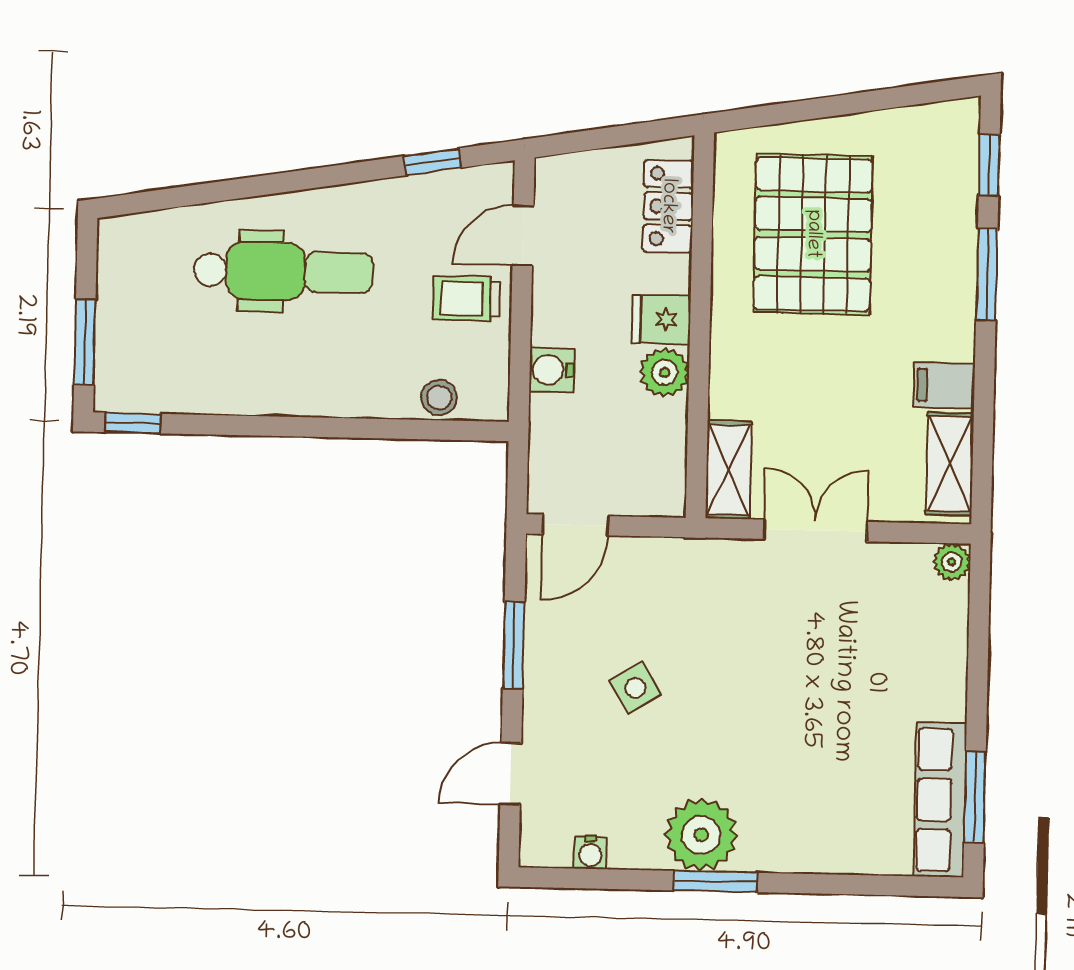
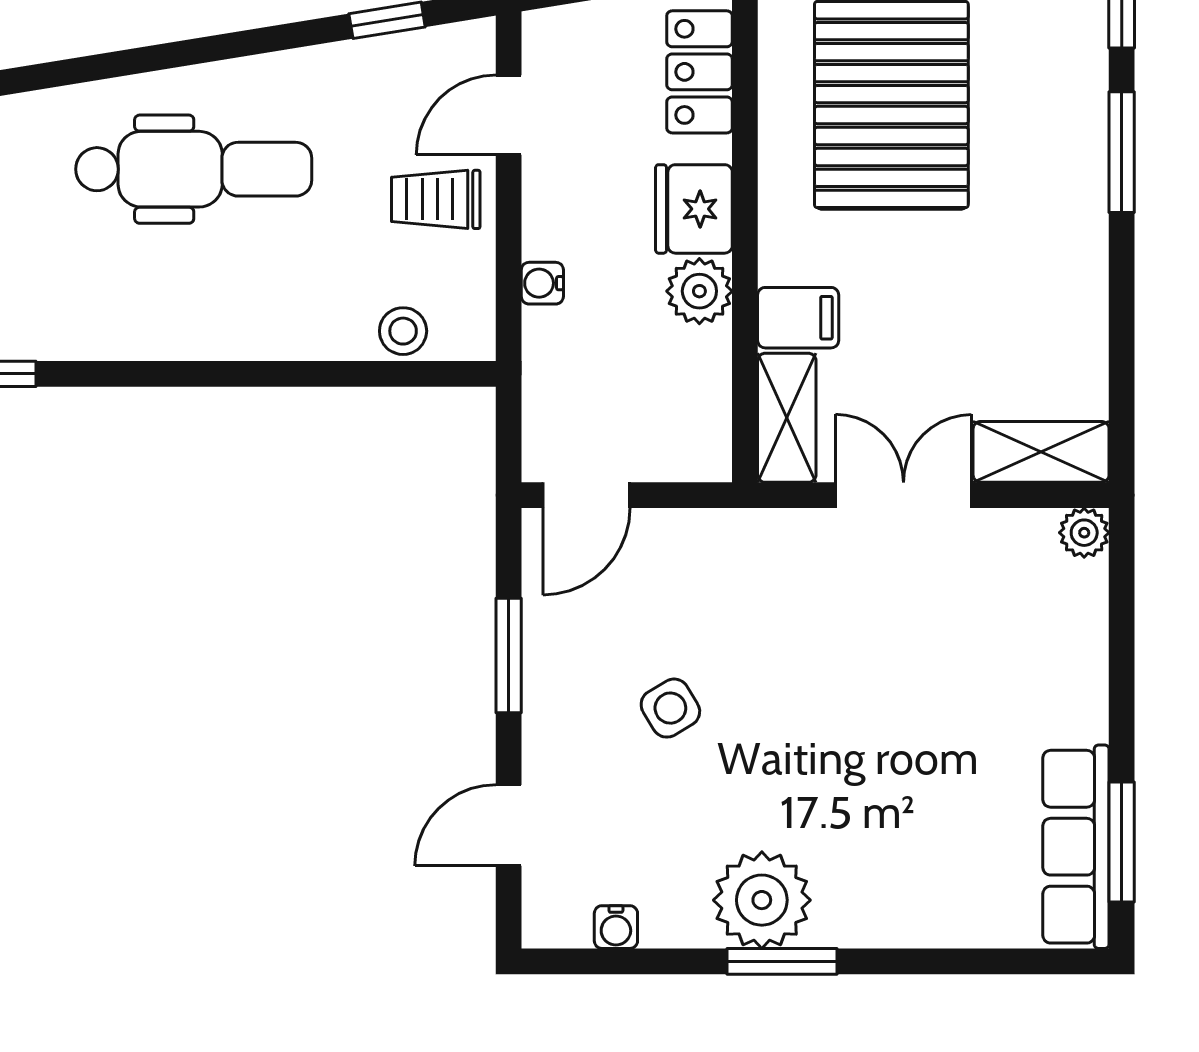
fridge: (661, 319) -> (694, 209), width x1.38
water cooler: (551, 370) -> (542, 283), width x0.72, depth x0.72
filing cabinet: (944, 385) -> (798, 318), moved, turned 180
shelving: (950, 464) -> (1041, 452), moved, turned 90

